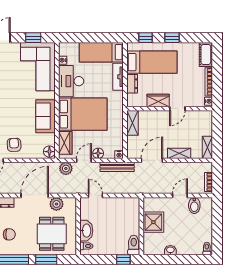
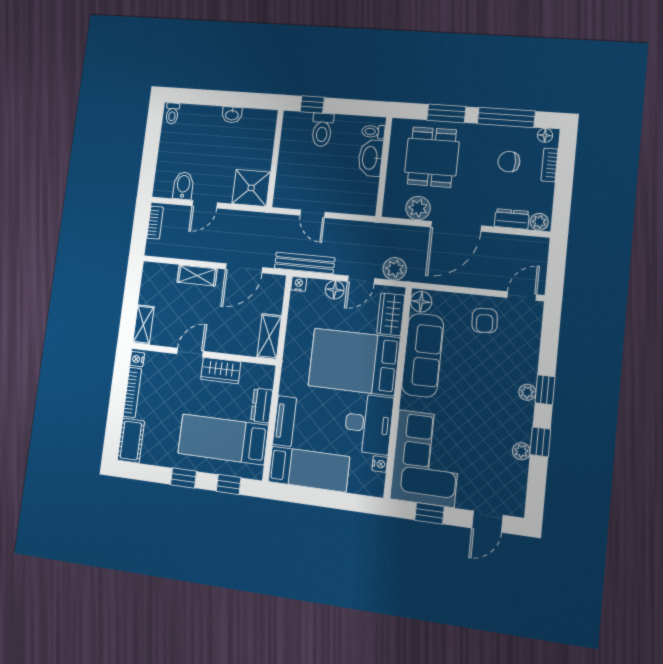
sofa: (46, 116) -> (423, 355), width x1.36
shelving: (207, 147) -> (143, 325), moved
door: (95, 195) -> (312, 214), moved
shower: (153, 222) -> (251, 188), moved
toilet: (134, 245) -> (322, 130), moved

